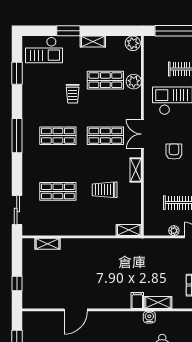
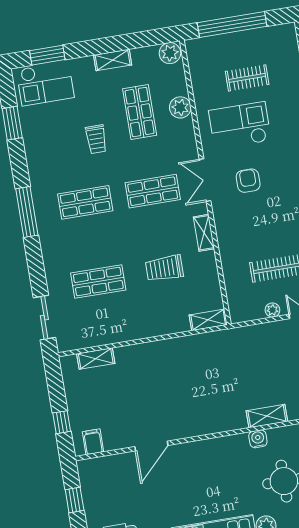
window: (68, 31) -> (47, 55), moved
shop shelf: (105, 80) -> (140, 112), turned 90
armchair: (174, 151) -> (248, 181), moved
filing cabinet: (137, 300) -> (93, 442), moved

